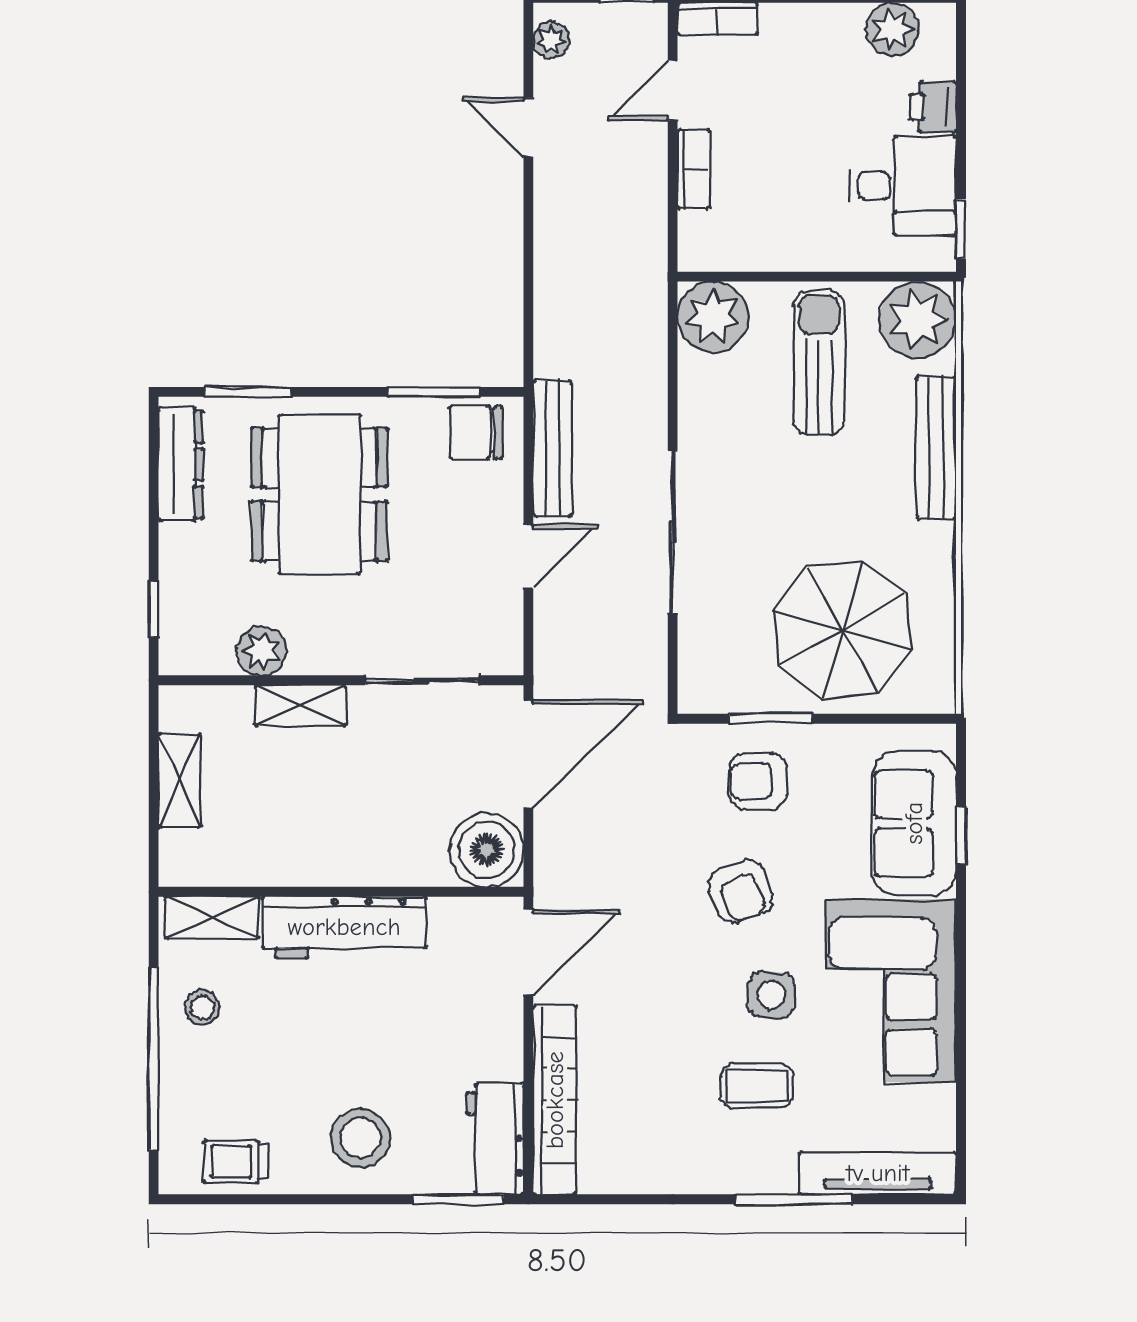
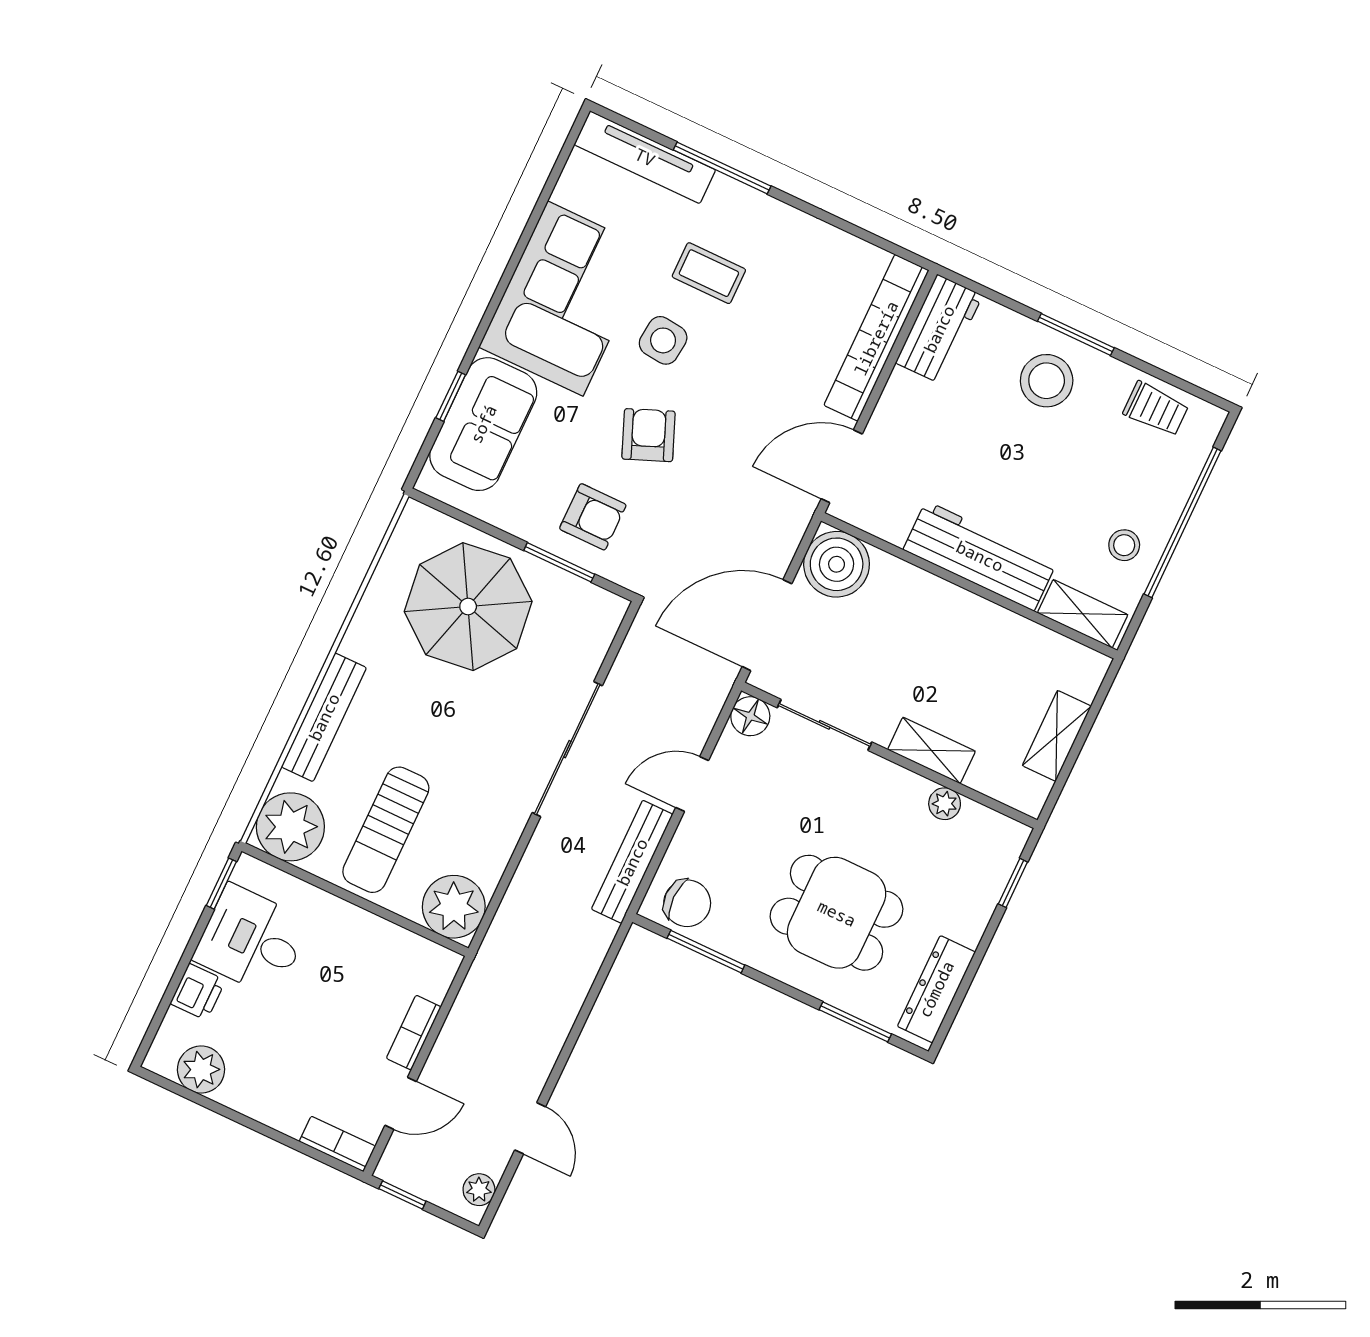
dining table: (319, 494) -> (837, 913), width x0.73
plant: (261, 651) -> (945, 804), width x0.73, depth x0.73
floor lamp: (502, 653) -> (750, 716), added
window: (459, 1199) -> (1076, 334), moved

